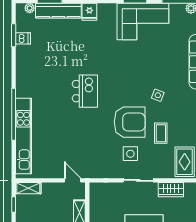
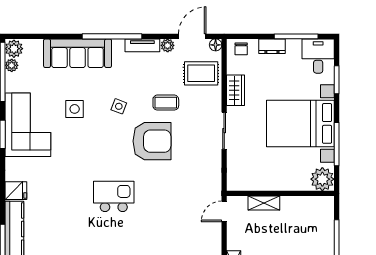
armchair: (130, 122) -> (152, 141), turned 90
side table: (130, 154) -> (75, 109), moved

